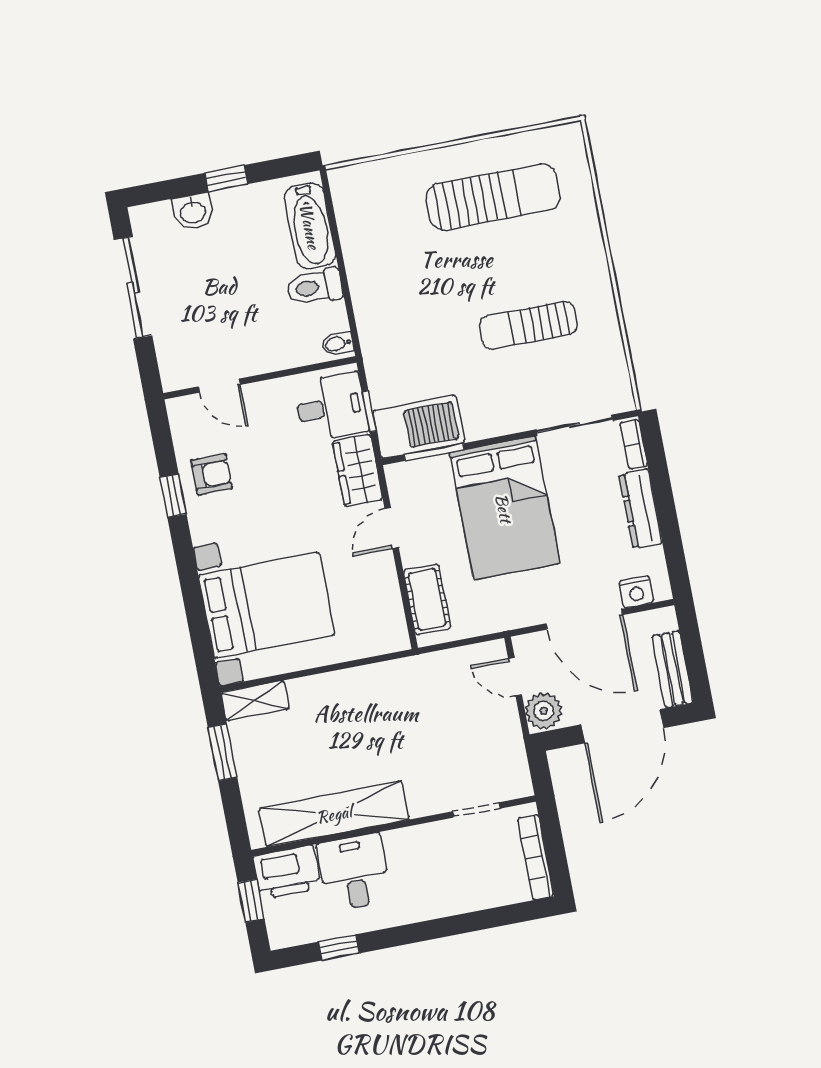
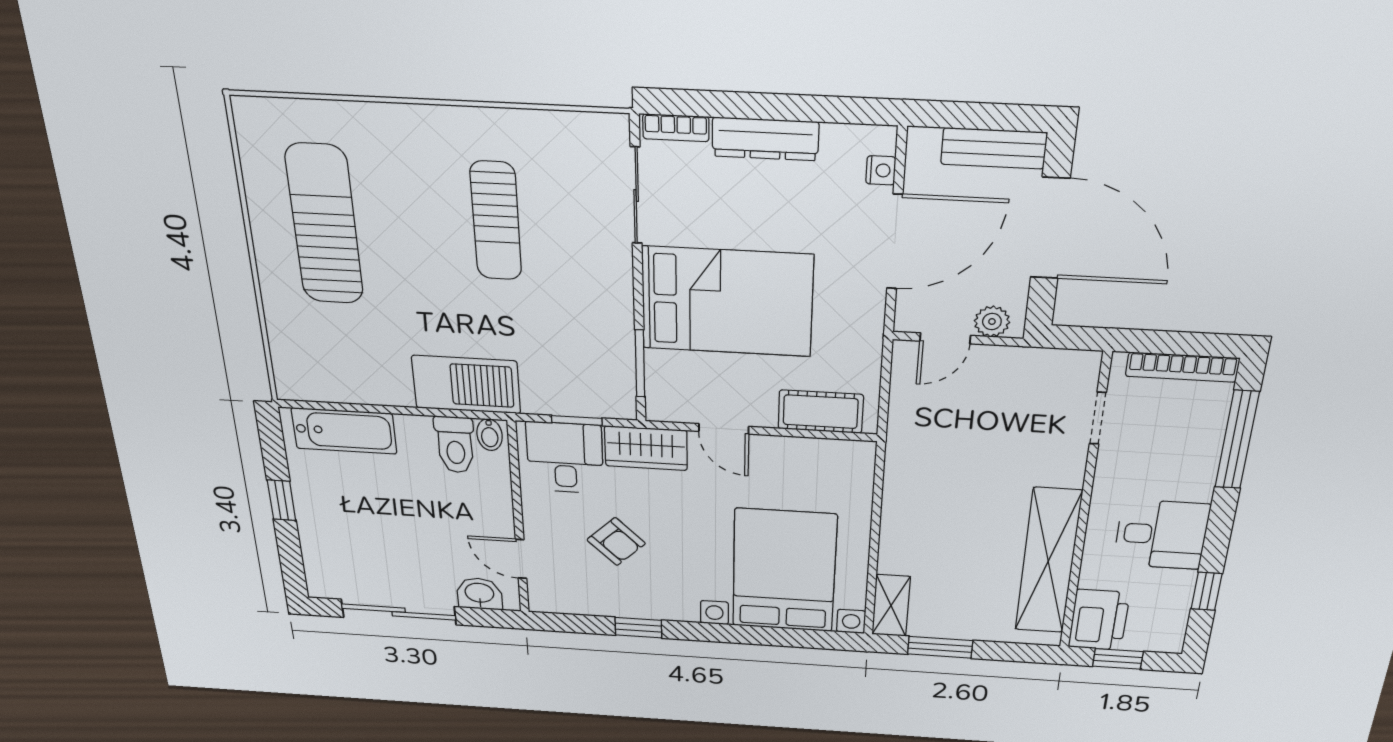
washbasin: (193, 212) -> (479, 594), moved, turned -90
toilet: (315, 287) -> (455, 445), moved
door: (219, 386) -> (521, 559), swing flipped
barbecue: (419, 427) -> (466, 385), moved, turned 90
armchair: (212, 474) -> (616, 542), moved, turned 135
nightstand: (636, 592) -> (881, 170), width x0.72, depth x0.74
plant: (544, 711) -> (992, 322), width x0.73, depth x0.73
desk: (354, 872) -> (1161, 534), moved, turned 180
window: (484, 919) -> (1237, 440), added

